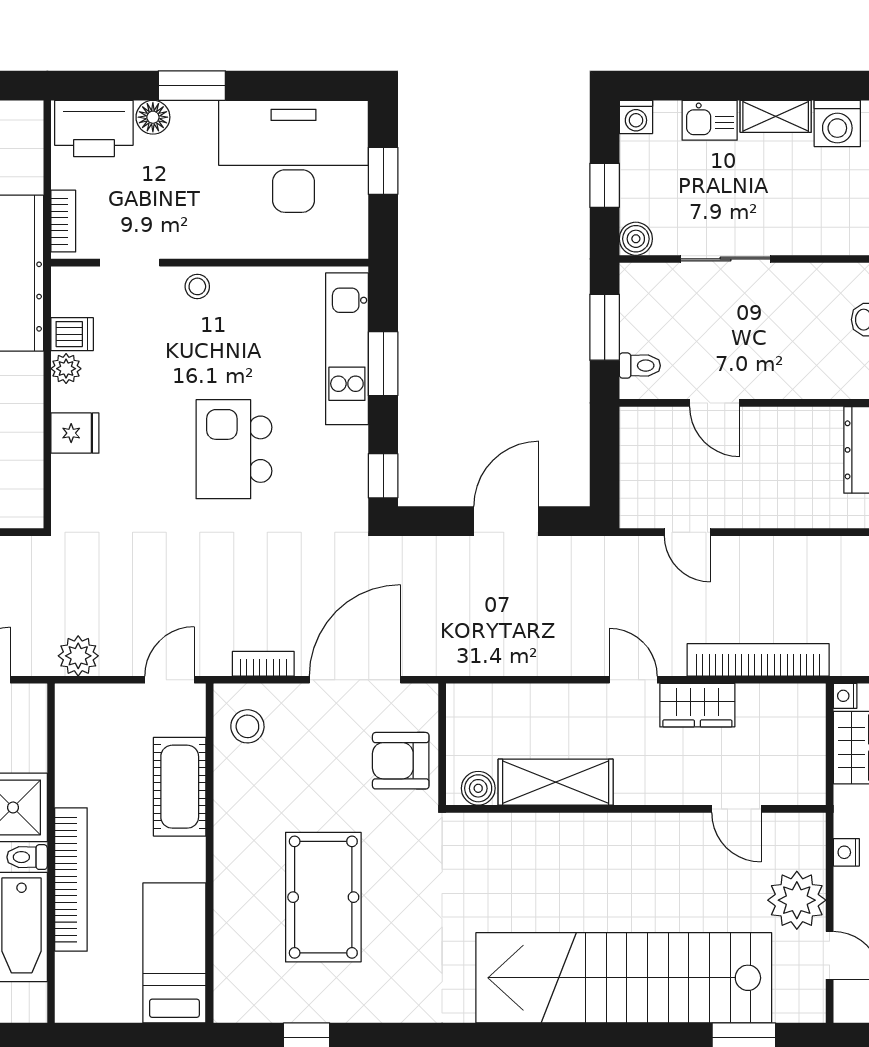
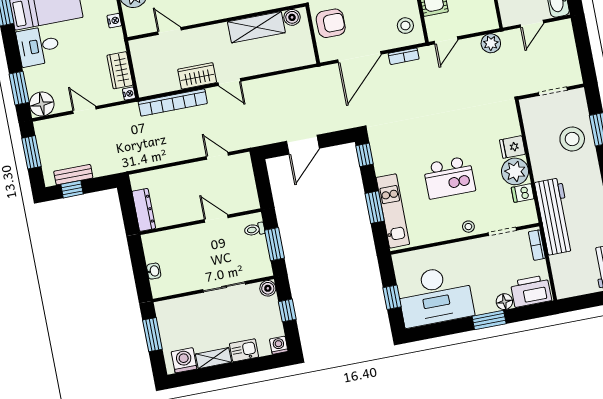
plant: (66, 369) -> (515, 171), width x1.88, depth x1.88
kitchen island: (234, 449) -> (449, 178), moved, turned 90

